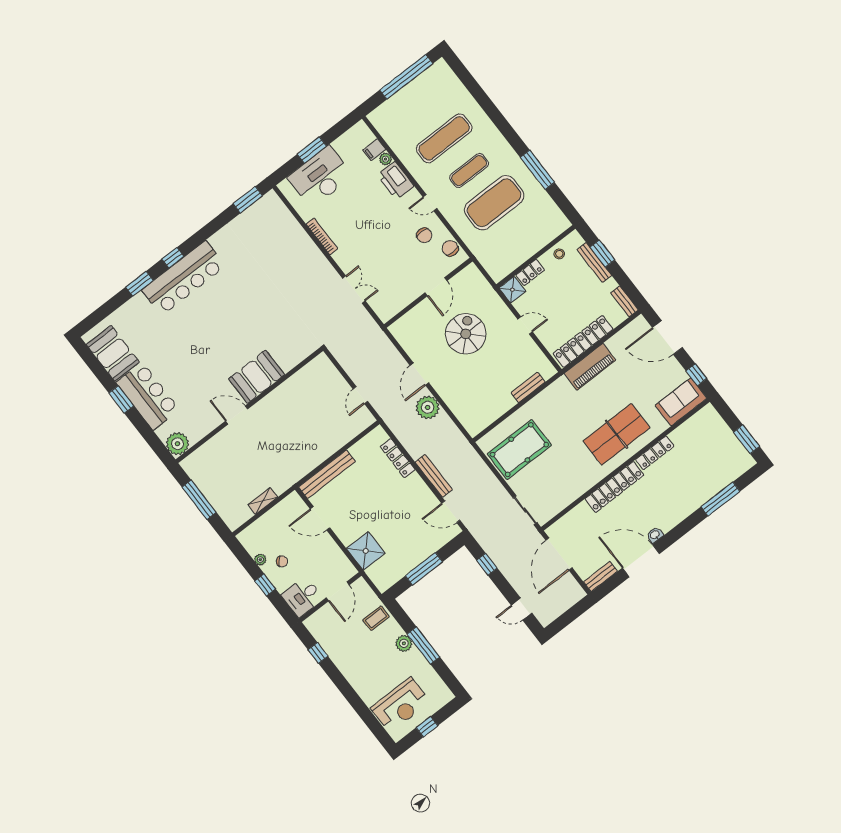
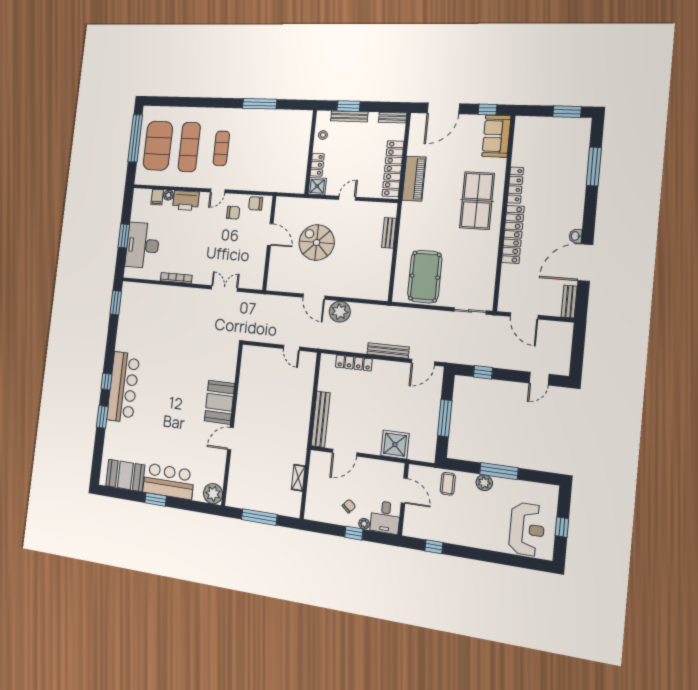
exercise mat: (494, 203) -> (158, 146), moved
door: (559, 554) -> (524, 316), width x0.73
plant: (260, 560) -> (364, 524), moved

